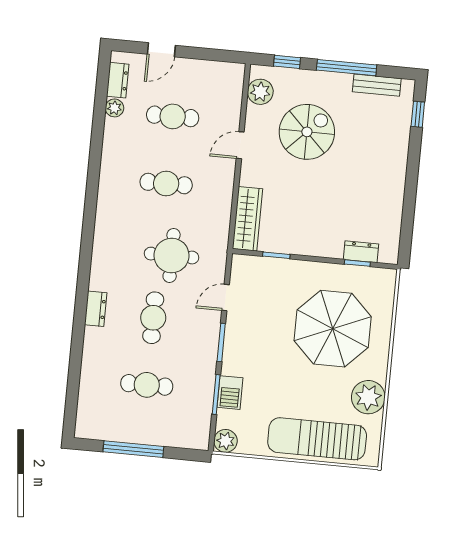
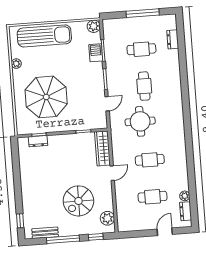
door: (240, 145) -> (112, 173), moved
dresser: (96, 309) -> (173, 39), moved
plant: (368, 397) -> (16, 64), width x0.53, depth x0.53

